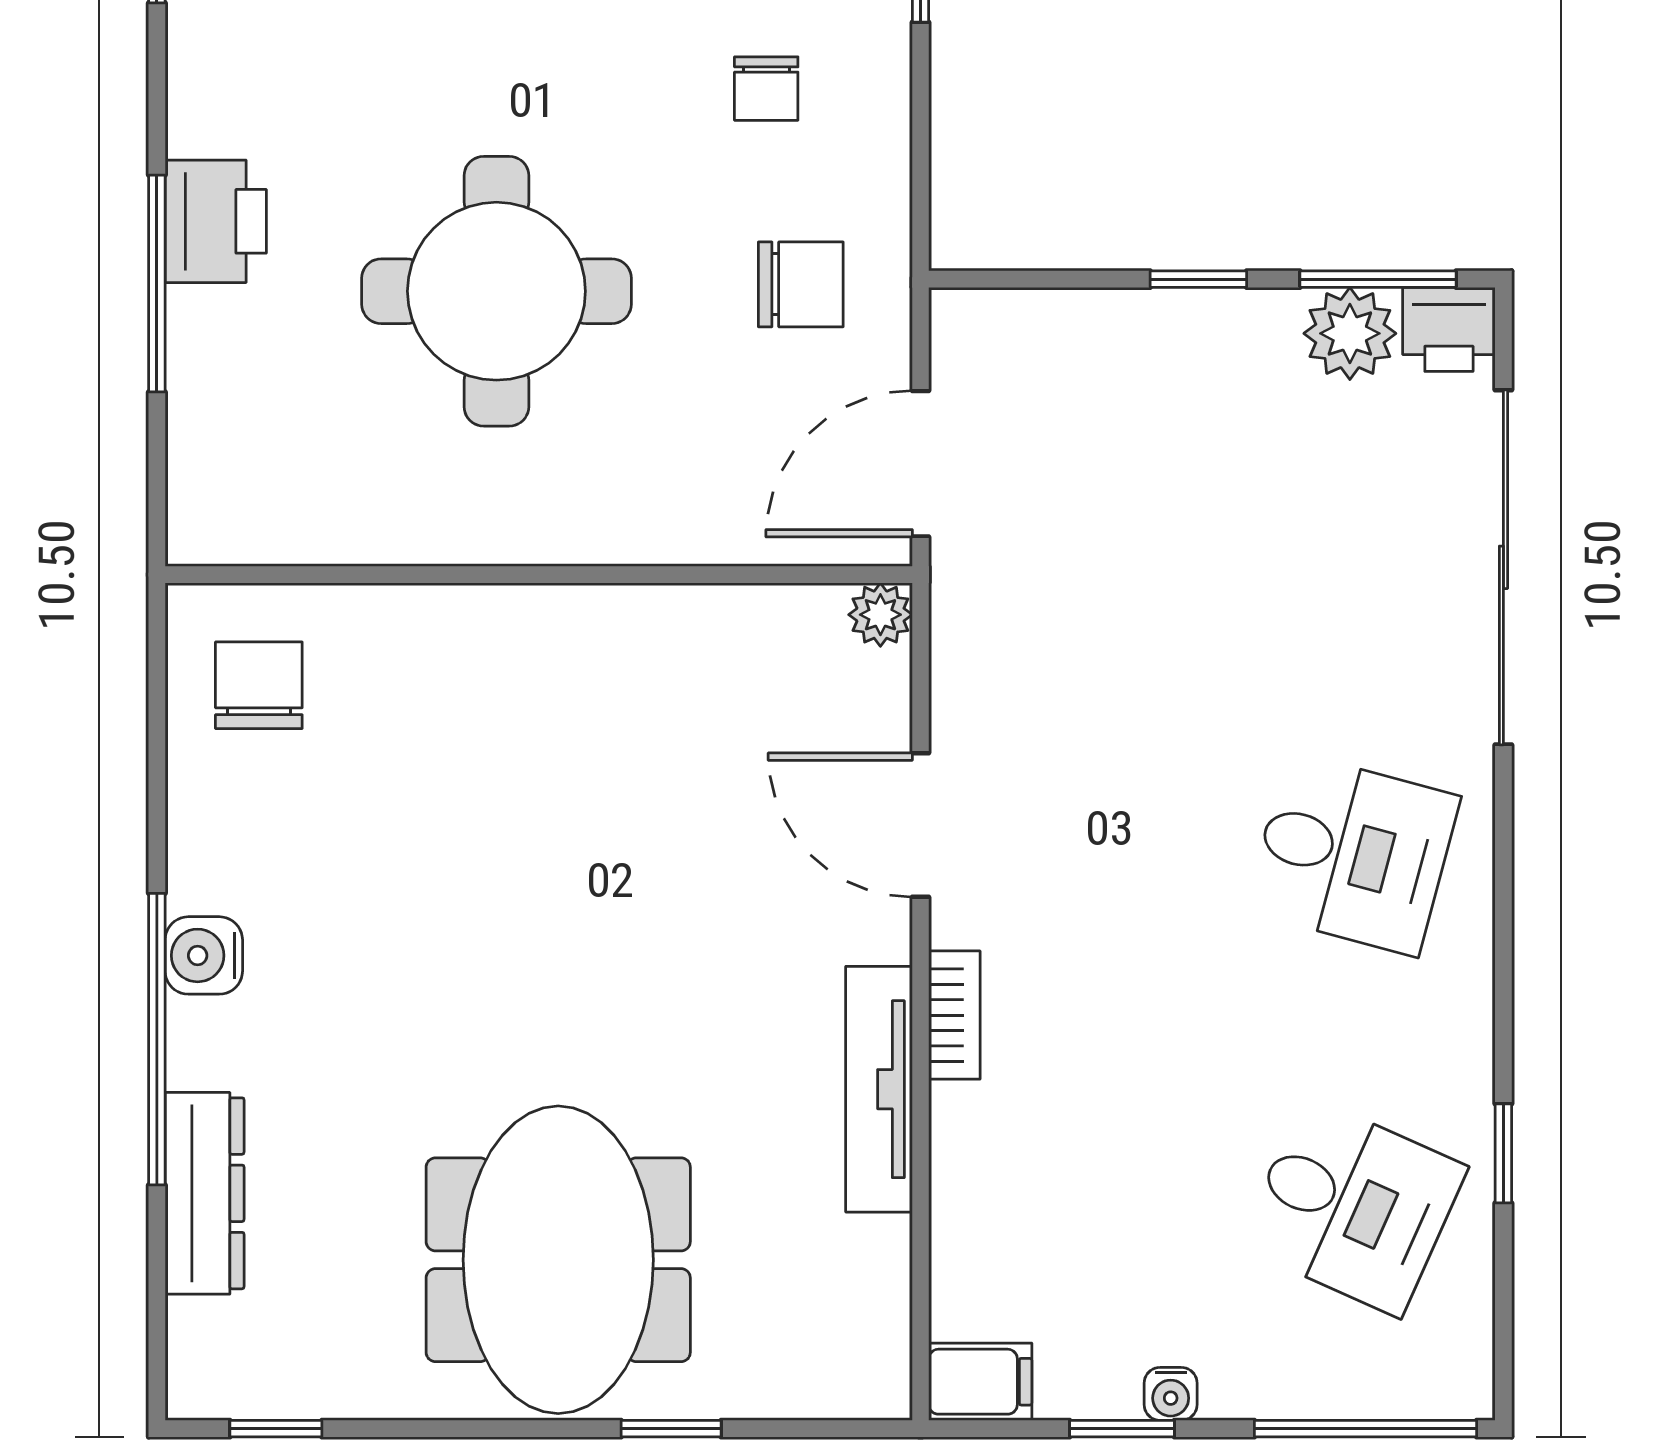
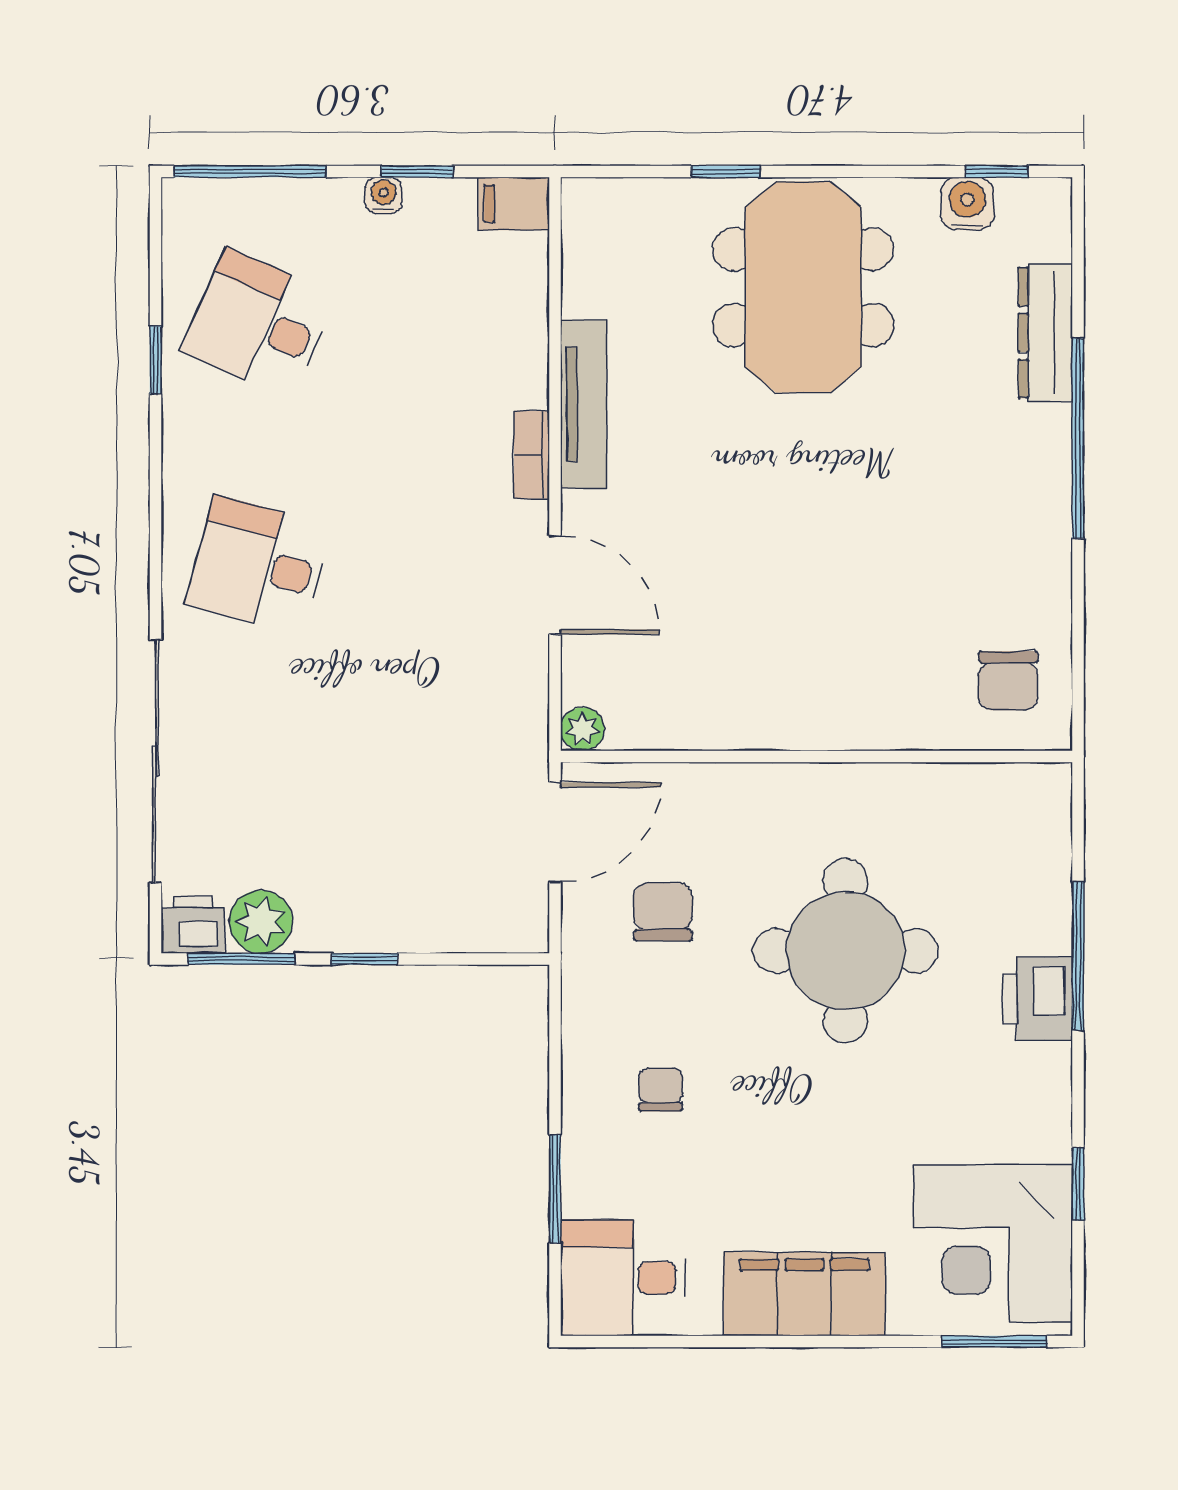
chair: (801, 284) -> (663, 912), moved, turned 90
water cooler: (204, 955) -> (967, 204), moved, turned -90

